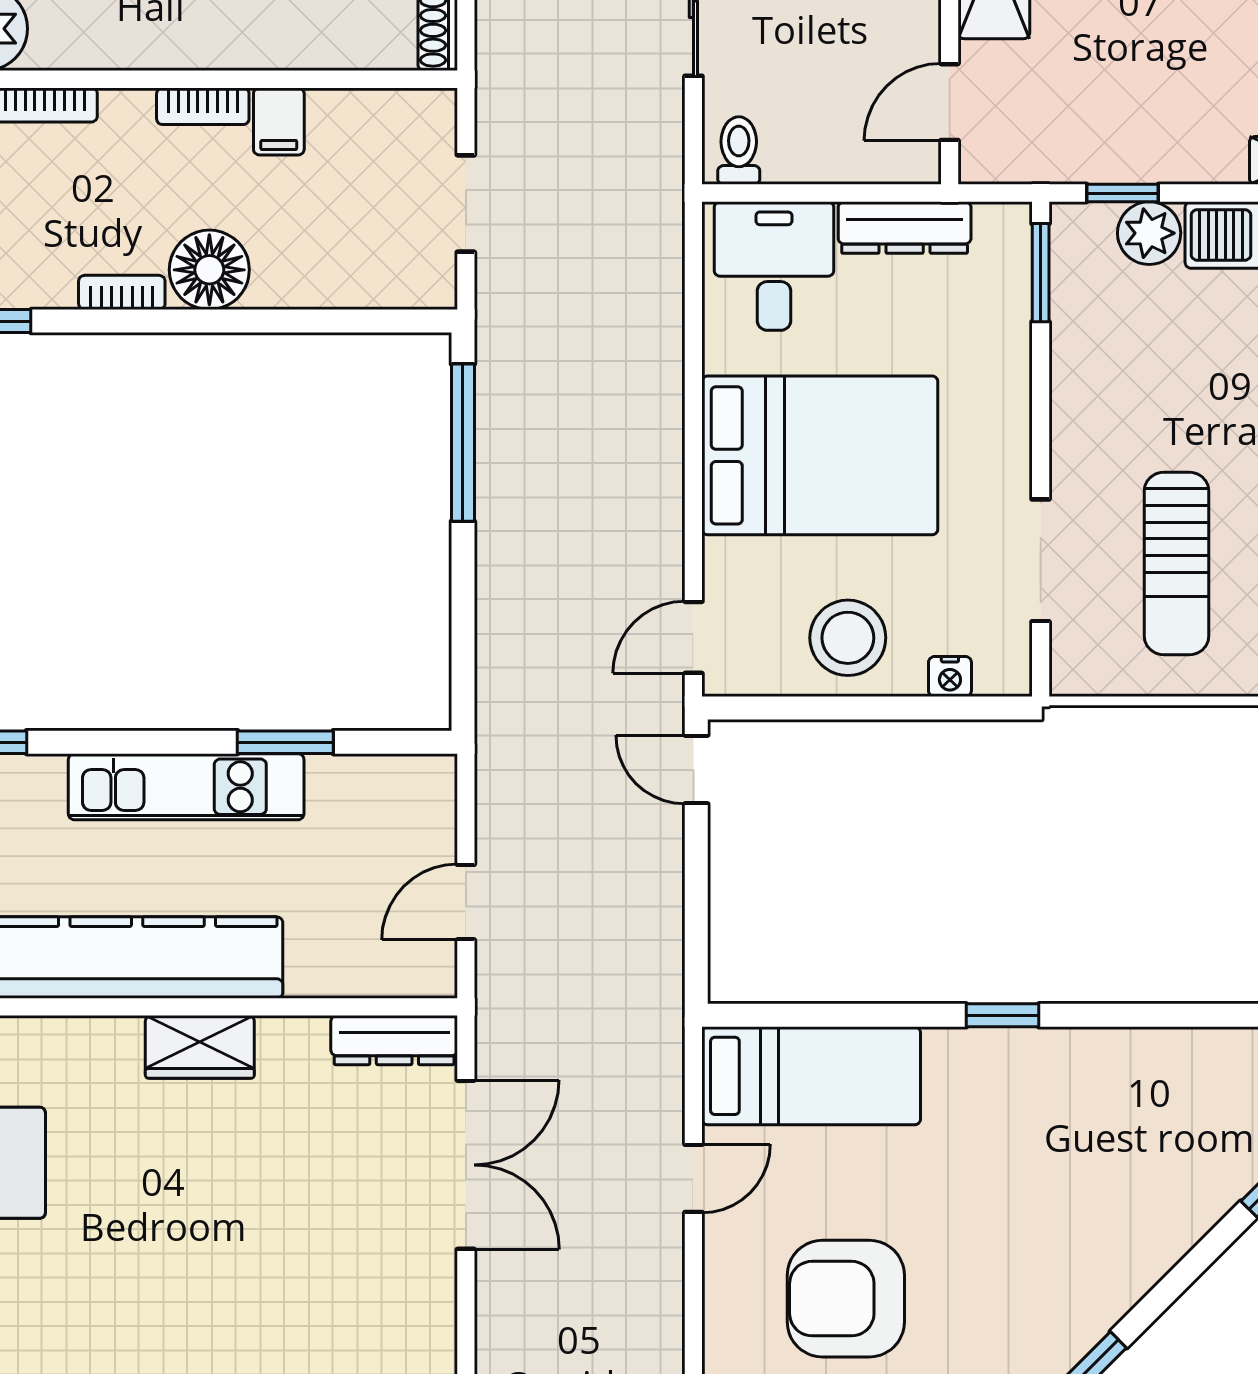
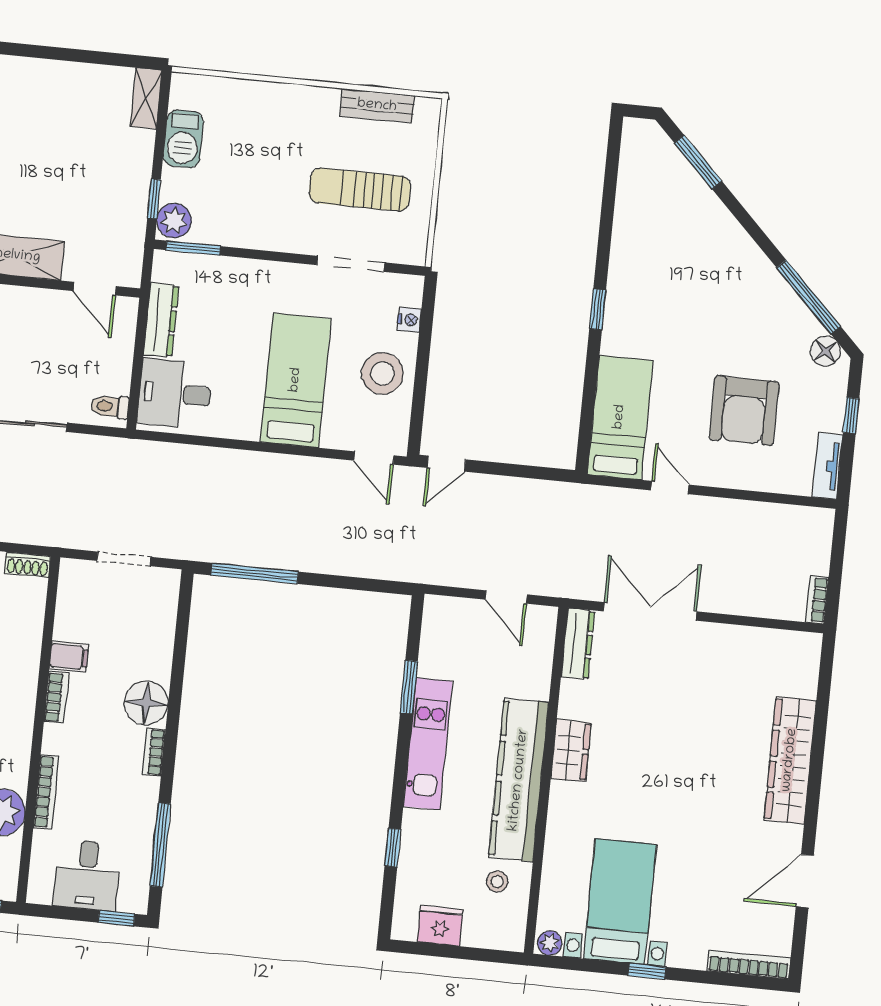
plant: (1149, 233) -> (174, 221), moved
bed: (820, 455) -> (296, 380), width x0.67
sun lounger: (1177, 564) -> (360, 190), turned 180

